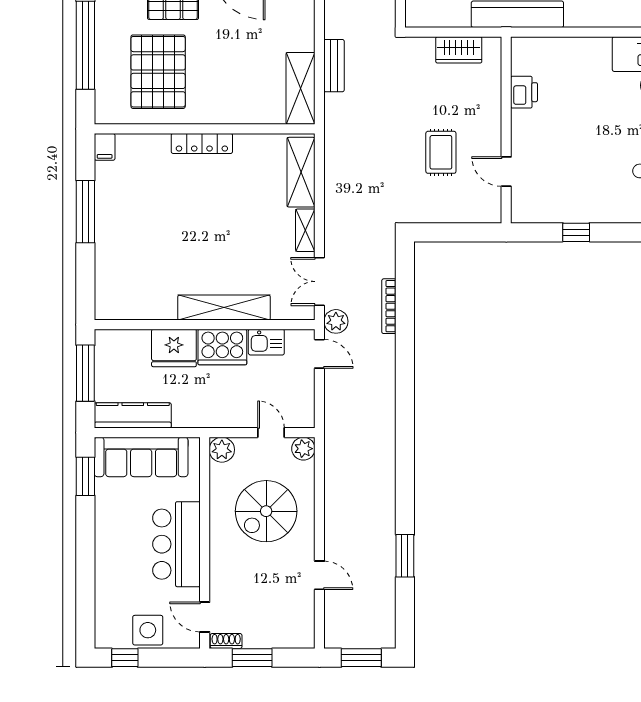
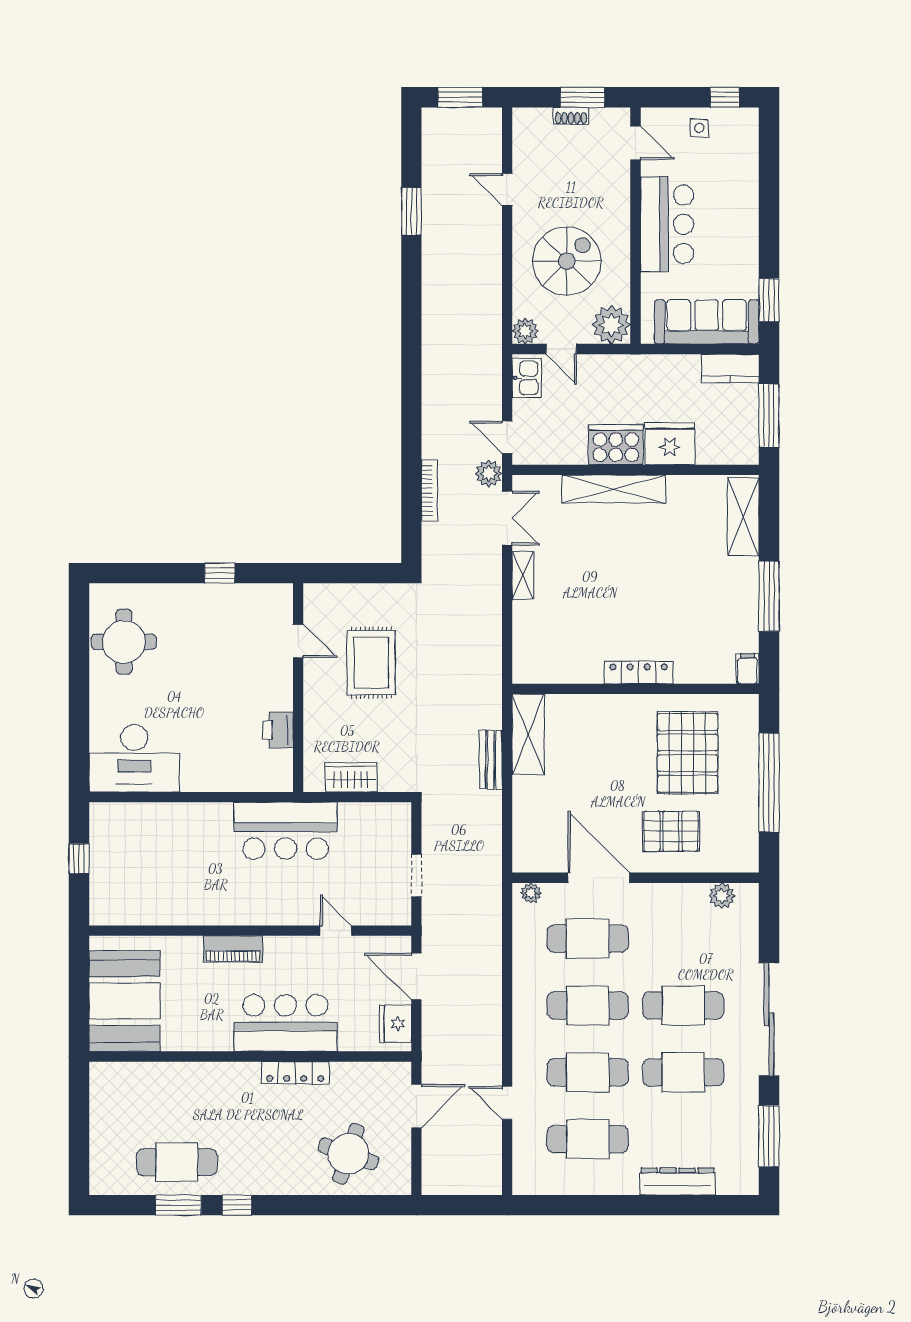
rug: (441, 152) -> (371, 663), width x1.36, depth x1.43
shelving: (301, 172) -> (743, 517), moved
kitchen sink: (266, 342) -> (527, 378), moved, turned 90
kitchen counter: (133, 415) -> (730, 368), width x0.67
plant: (222, 450) -> (611, 325), width x1.36, depth x1.36
side table: (148, 630) -> (699, 128), width x0.54, depth x0.54
shoe rack: (226, 641) -> (571, 116), moved

